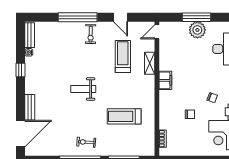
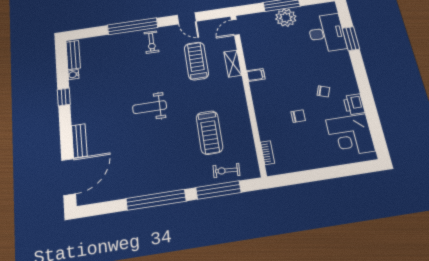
filing cabinet: (165, 80) -> (256, 75), width x0.50
treadmill: (124, 116) -> (209, 132), turned -90
exercise bike: (86, 142) -> (226, 170), moved

